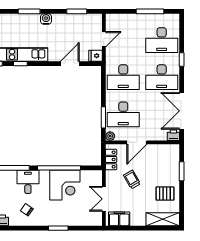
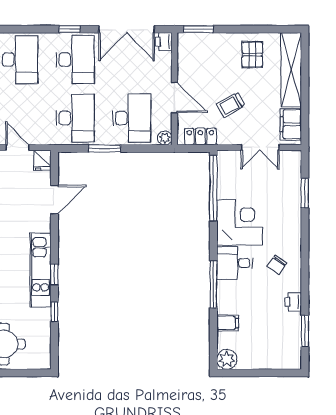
window: (182, 60) -> (70, 29), moved
door: (70, 64) -> (54, 200), swing flipped
window: (103, 117) -> (104, 148), moved
window: (59, 168) -> (213, 188), moved
window: (182, 171) -> (198, 29), moved
corner desk: (65, 185) -> (240, 222), moved
shelving: (163, 219) -> (291, 70), width x1.47
window: (58, 228) -> (305, 193), moved

